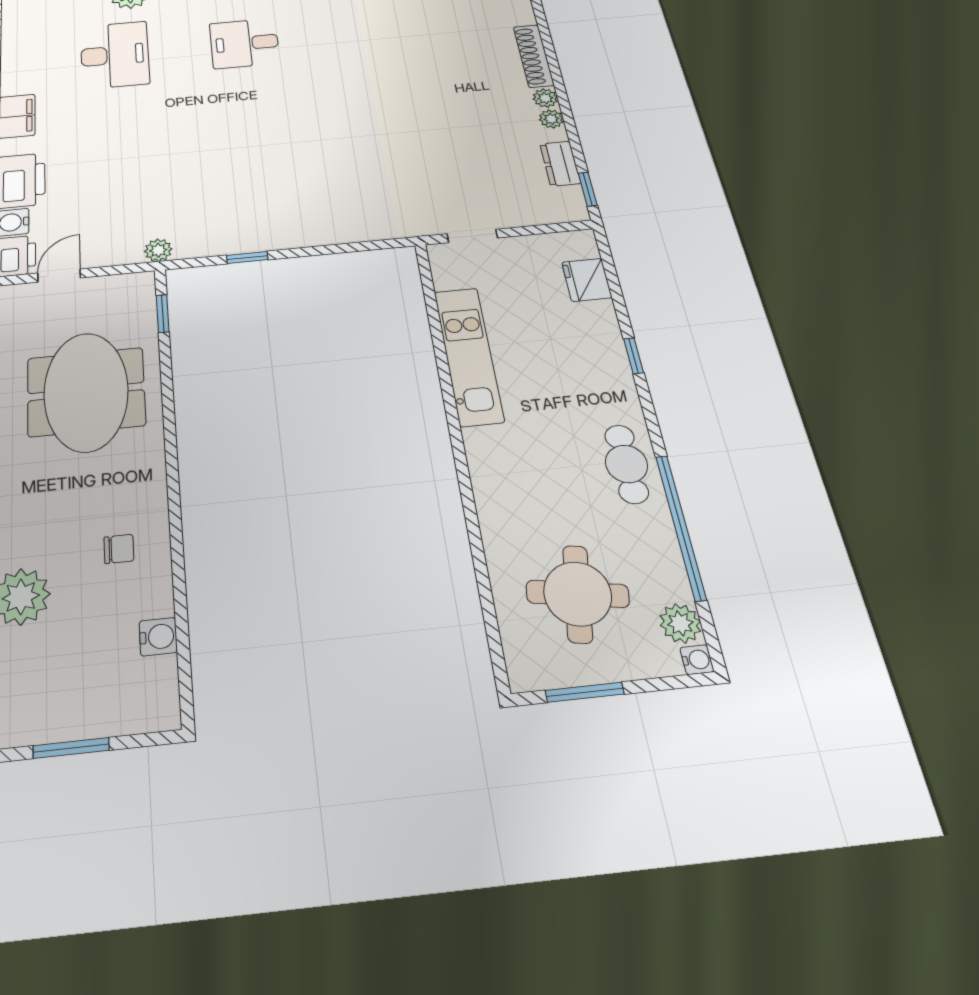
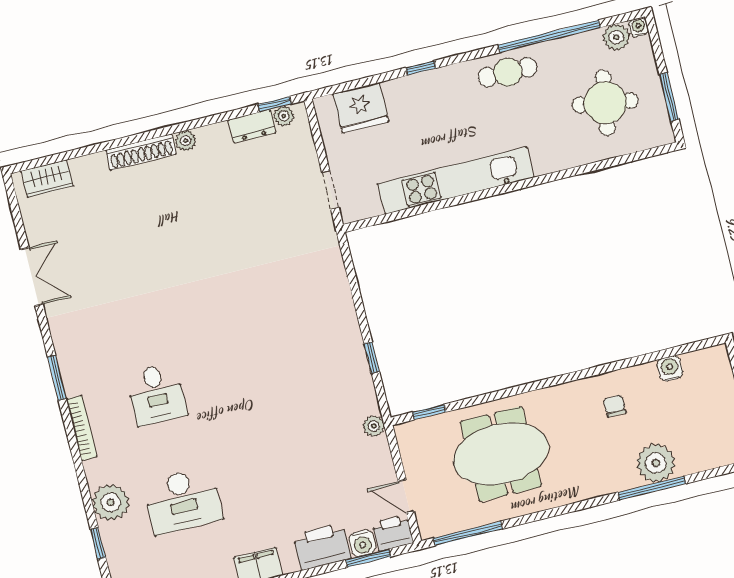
desk: (115, 55) -> (183, 501), turned 180
plant: (551, 119) -> (284, 116), moved
fridge: (587, 280) -> (361, 108), width x1.36, depth x1.34
kitchen unit: (469, 356) -> (456, 181), width x1.36

